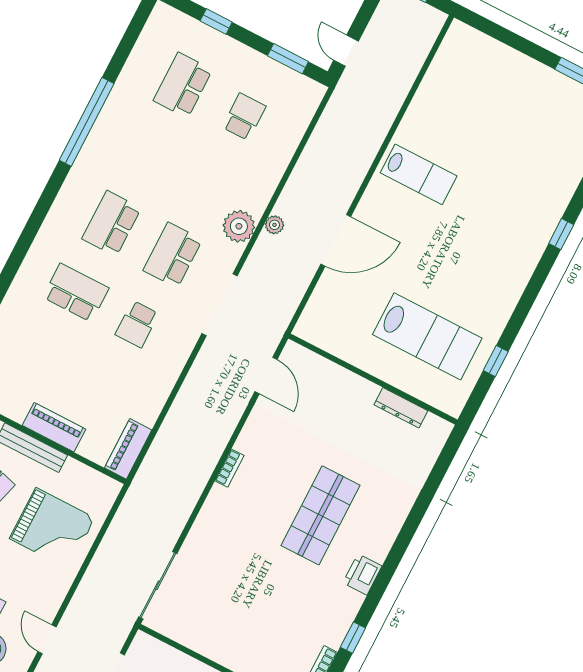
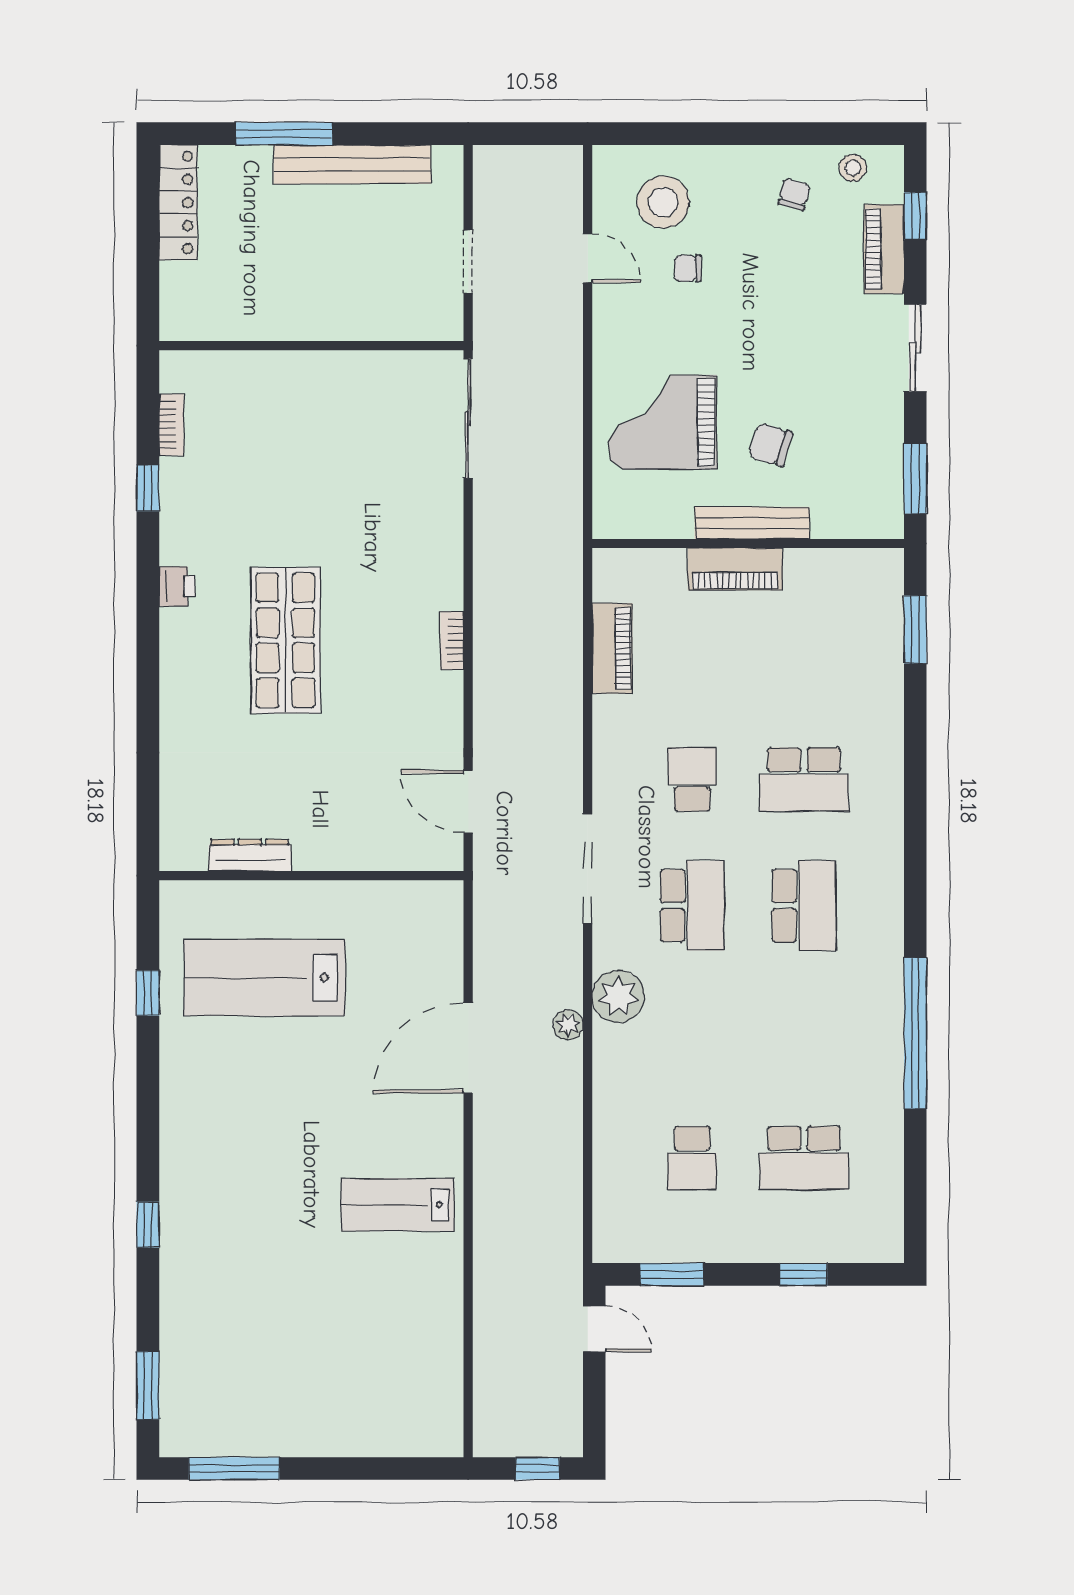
school desk: (183, 85) -> (804, 1158), turned 90
piano: (128, 449) -> (612, 648), moved
printer: (362, 574) -> (177, 586), width x0.73, depth x0.81

